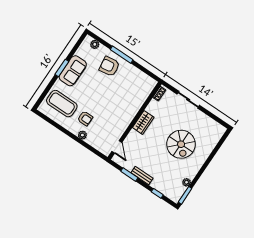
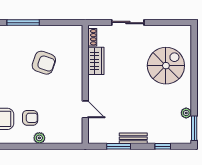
armchair: (109, 66) -> (44, 63), moved, turned -153
wardrobe: (143, 122) -> (96, 61), moved
spiral stairs: (181, 144) -> (166, 66), moved, turned -90
door: (117, 147) -> (85, 109), moved

